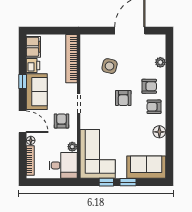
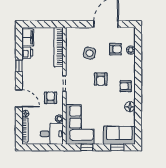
armchair: (149, 86) -> (115, 49), moved
sofa: (37, 92) -> (30, 74), removed
window: (128, 182) -> (117, 147), moved

